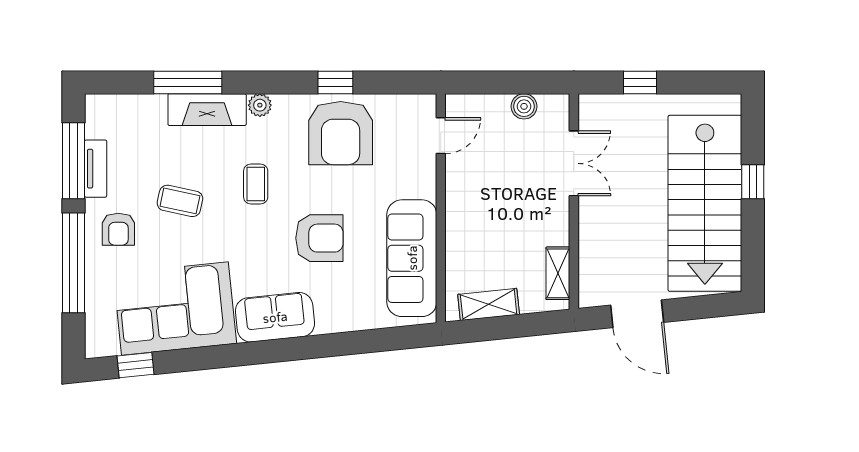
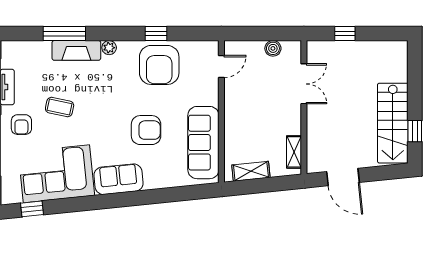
window: (753, 182) -> (415, 131), moved
coffee table: (256, 184) -> (107, 97), removed
stairs: (705, 203) -> (393, 123), width x0.73, depth x0.66

